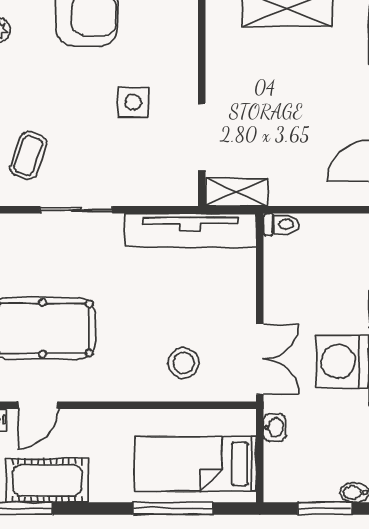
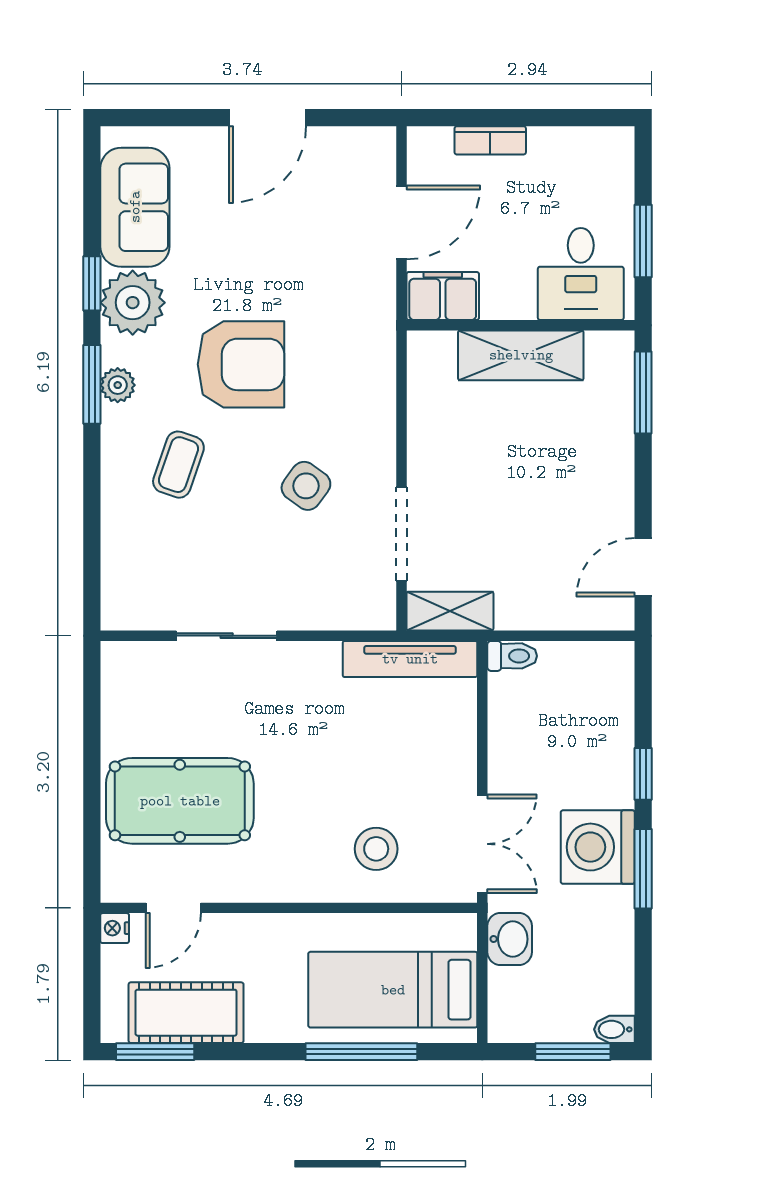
side table: (133, 102) -> (306, 486), turned 36
coffee table: (28, 156) -> (178, 465), moved
tv unit: (190, 230) -> (410, 659), width x0.73, depth x0.78
washbasin: (274, 428) -> (510, 939), width x1.38, depth x1.45

